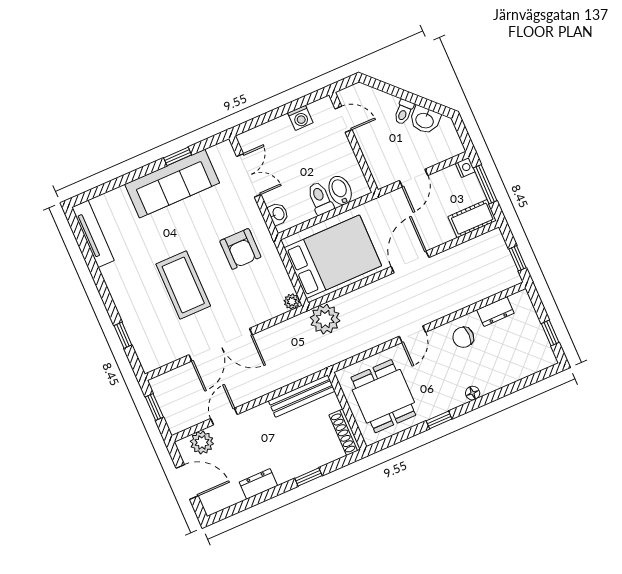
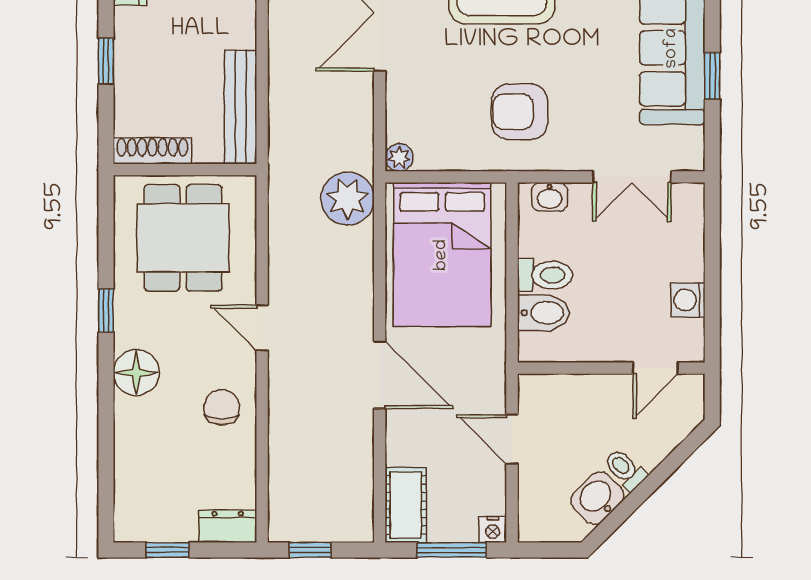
dresser: (495, 312) -> (228, 526), moved, turned 90
floor lamp: (473, 393) -> (136, 373), width x1.89, depth x1.89
dining table: (383, 396) -> (183, 238), turned 90

